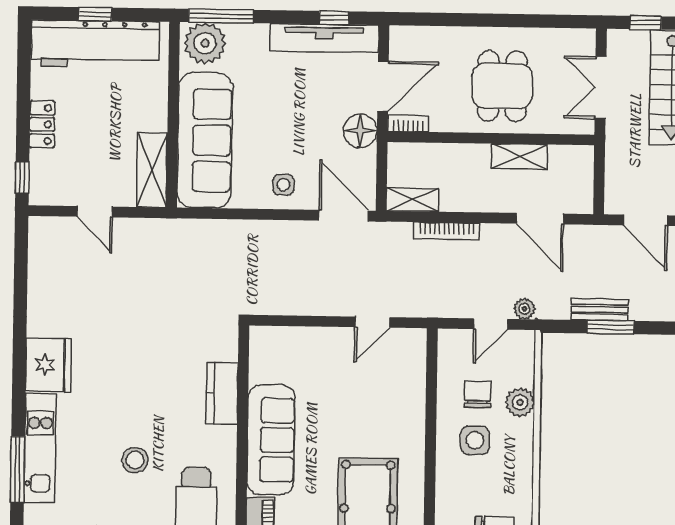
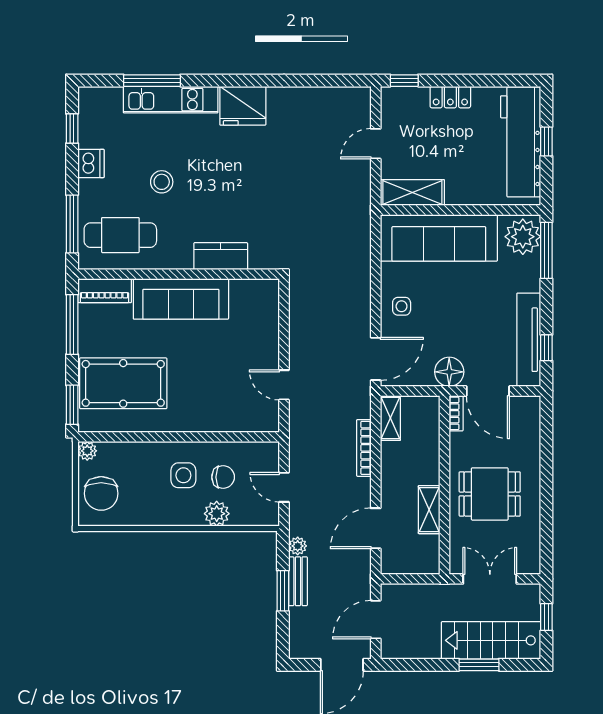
plant: (524, 309) -> (298, 546), moved

